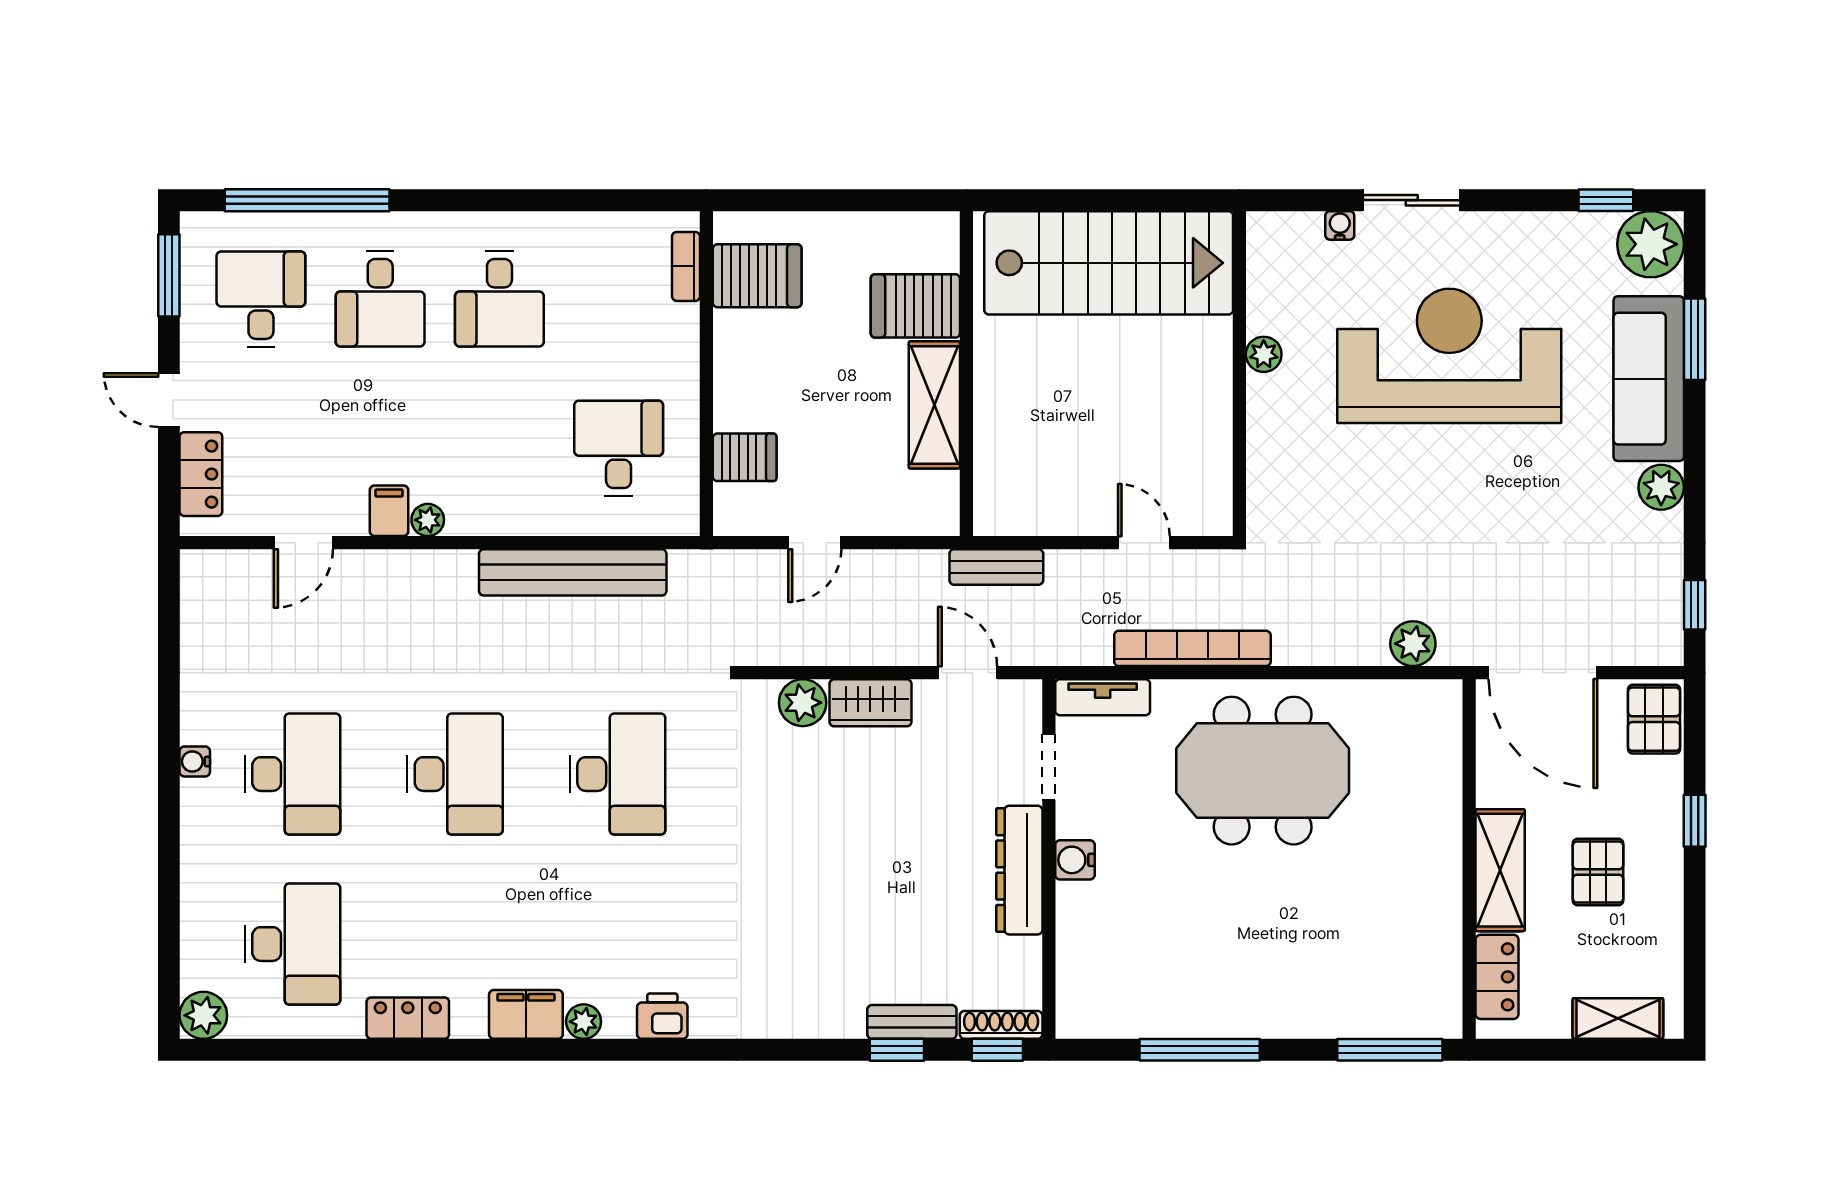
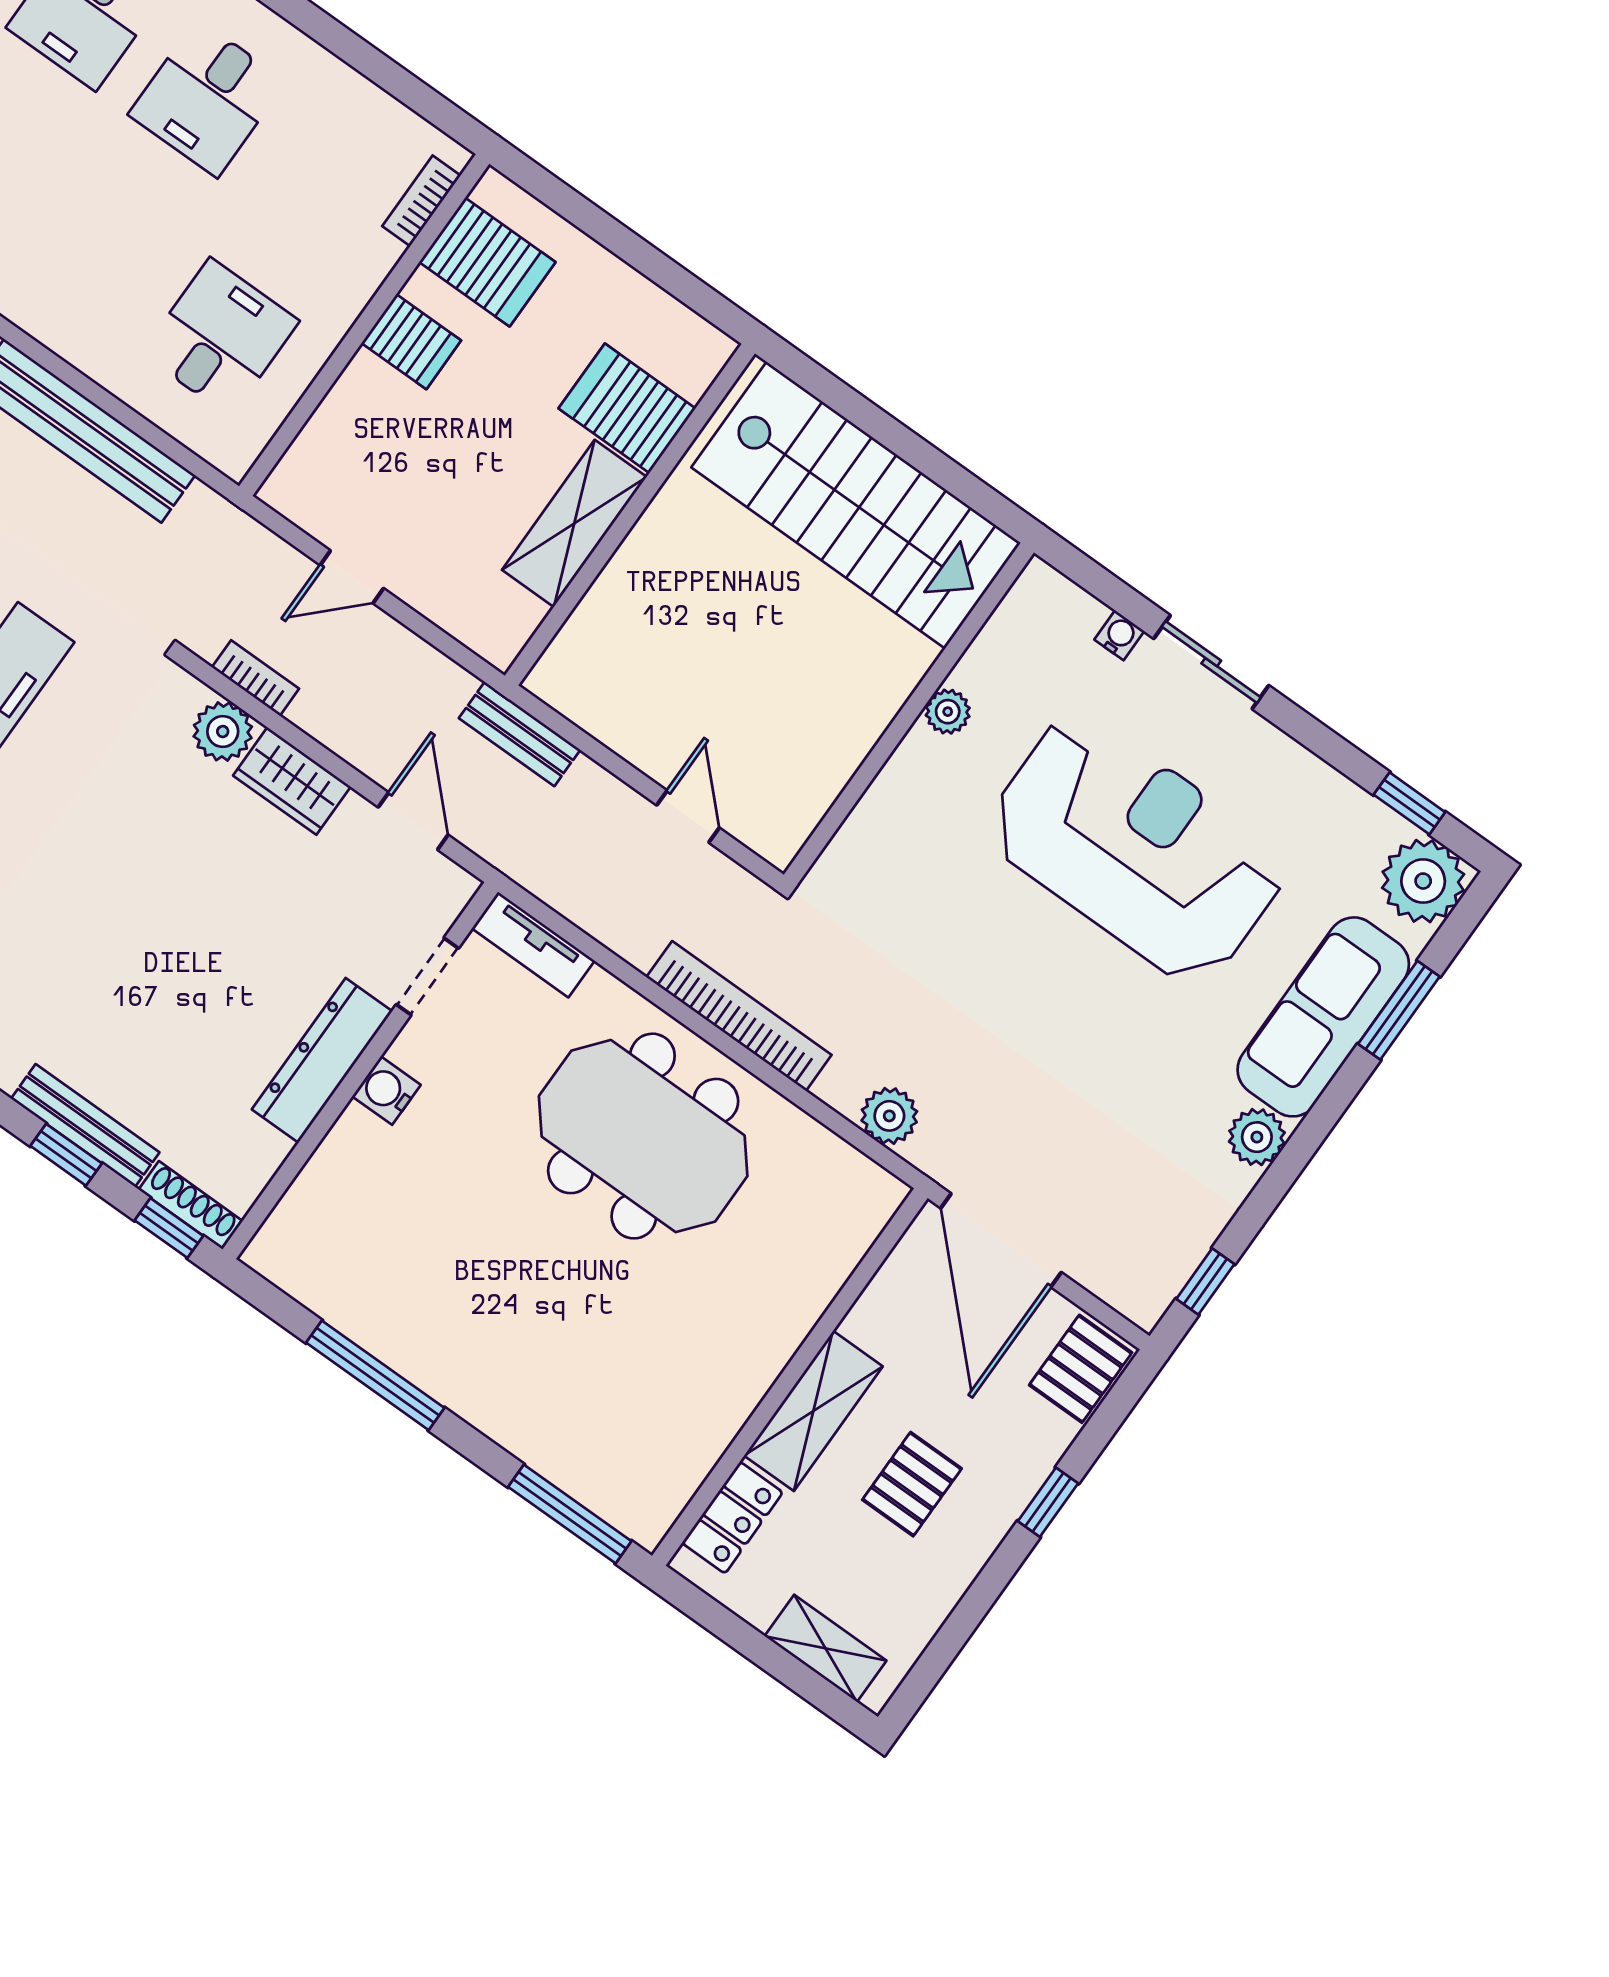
server rack: (745, 457) -> (411, 342), moved
bookcase: (1192, 648) -> (739, 1016), moved
bookcase: (799, 653) -> (255, 678), added
bench: (912, 1022) -> (85, 1125), width x1.36

